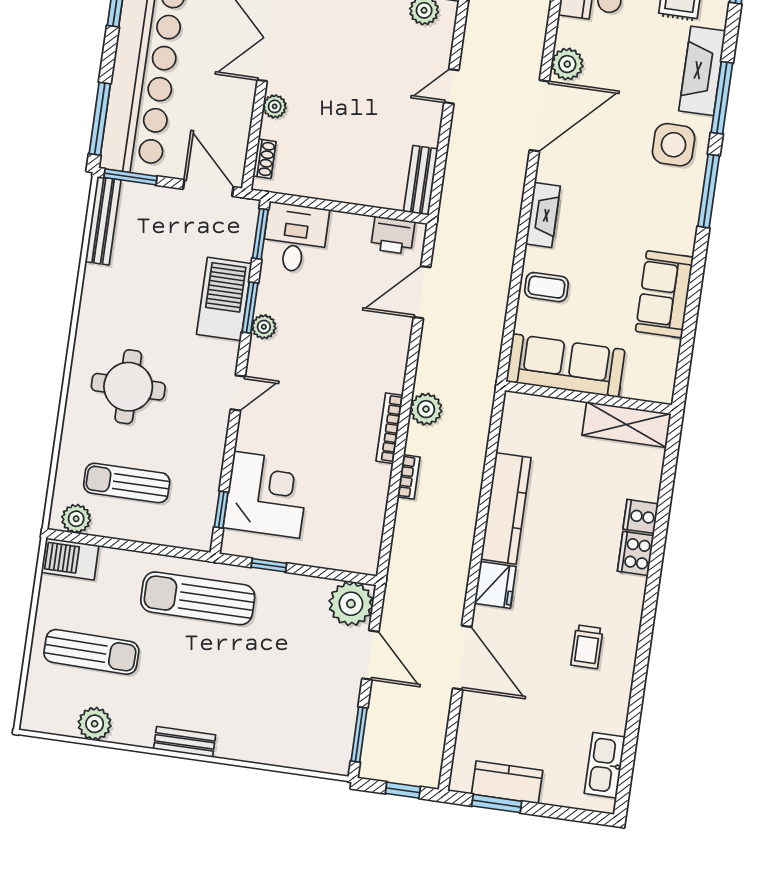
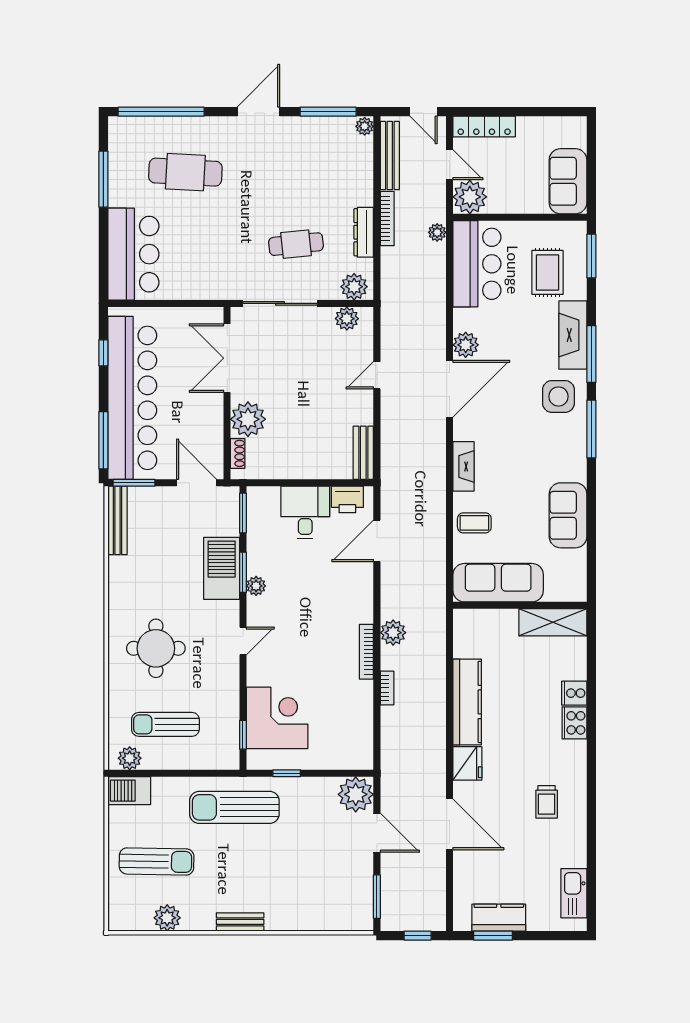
plant: (275, 106) -> (248, 419), width x1.88, depth x1.88
desk: (295, 238) -> (305, 512), moved

